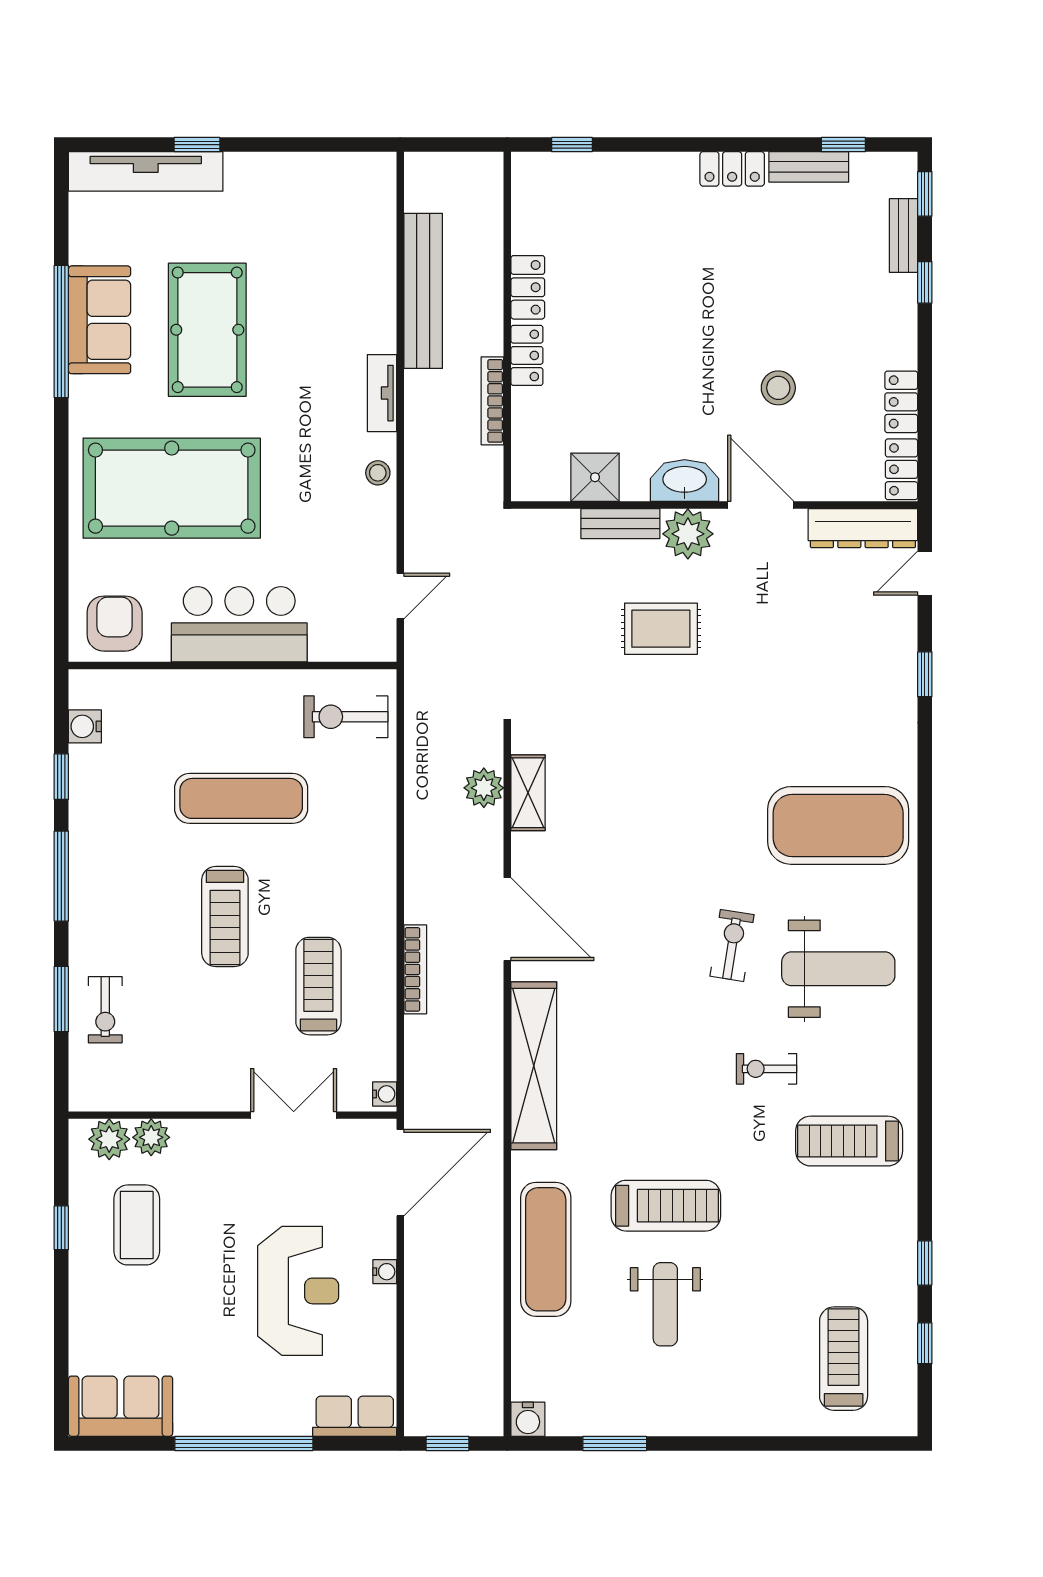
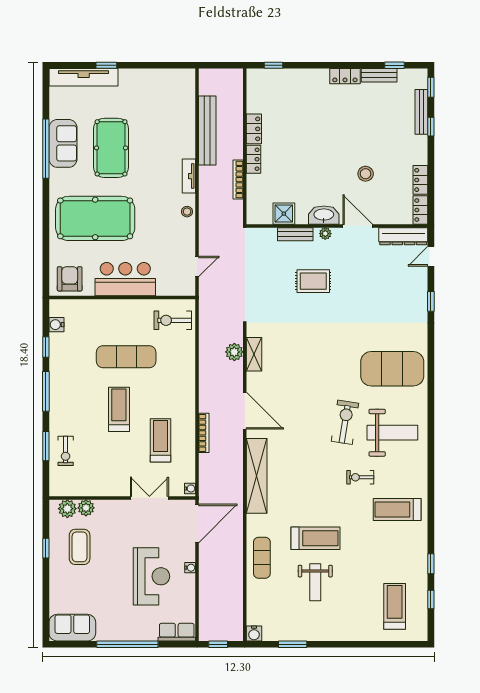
bench: (904, 235) -> (421, 112), width x1.36
plant: (688, 534) -> (325, 234), width x0.53, depth x0.53
treadmill: (225, 917) -> (119, 409), turned 180
exercise bike: (732, 945) -> (345, 422), width x1.38, depth x1.39
exercise mat: (546, 1249) -> (262, 558), width x0.73, depth x0.69

